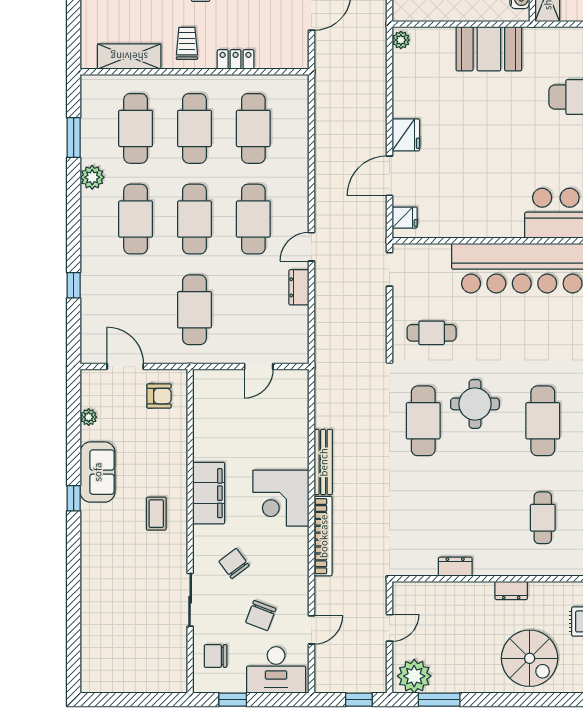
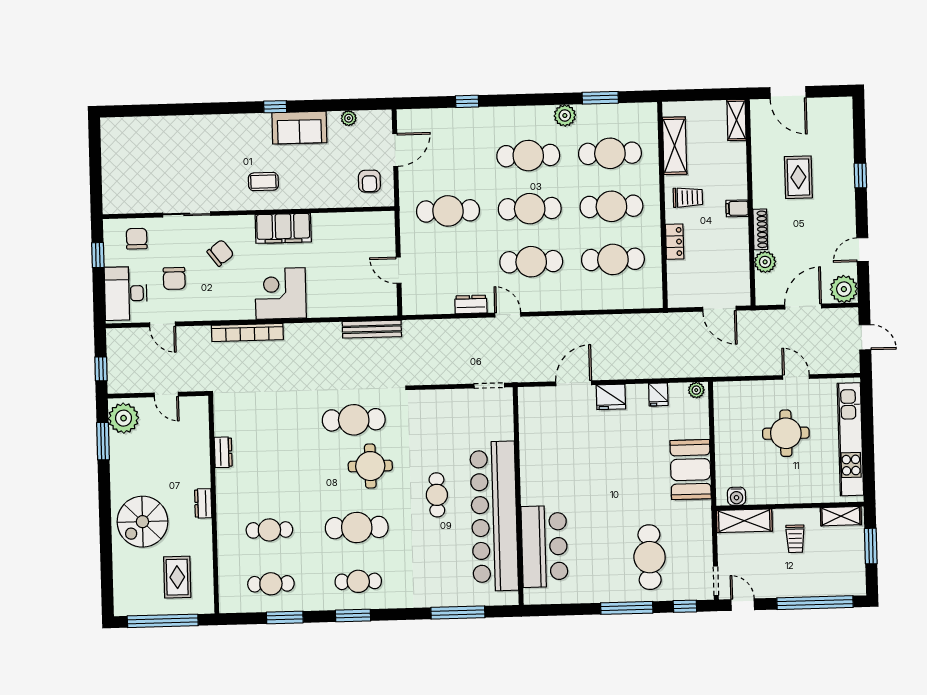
door: (389, 176) -> (574, 383), hinge flipped
fridge: (405, 218) -> (658, 394), moved
cafe table: (432, 333) -> (437, 495), moved
bench: (323, 462) -> (372, 329), moved
chair: (261, 616) -> (174, 278), turned -111

